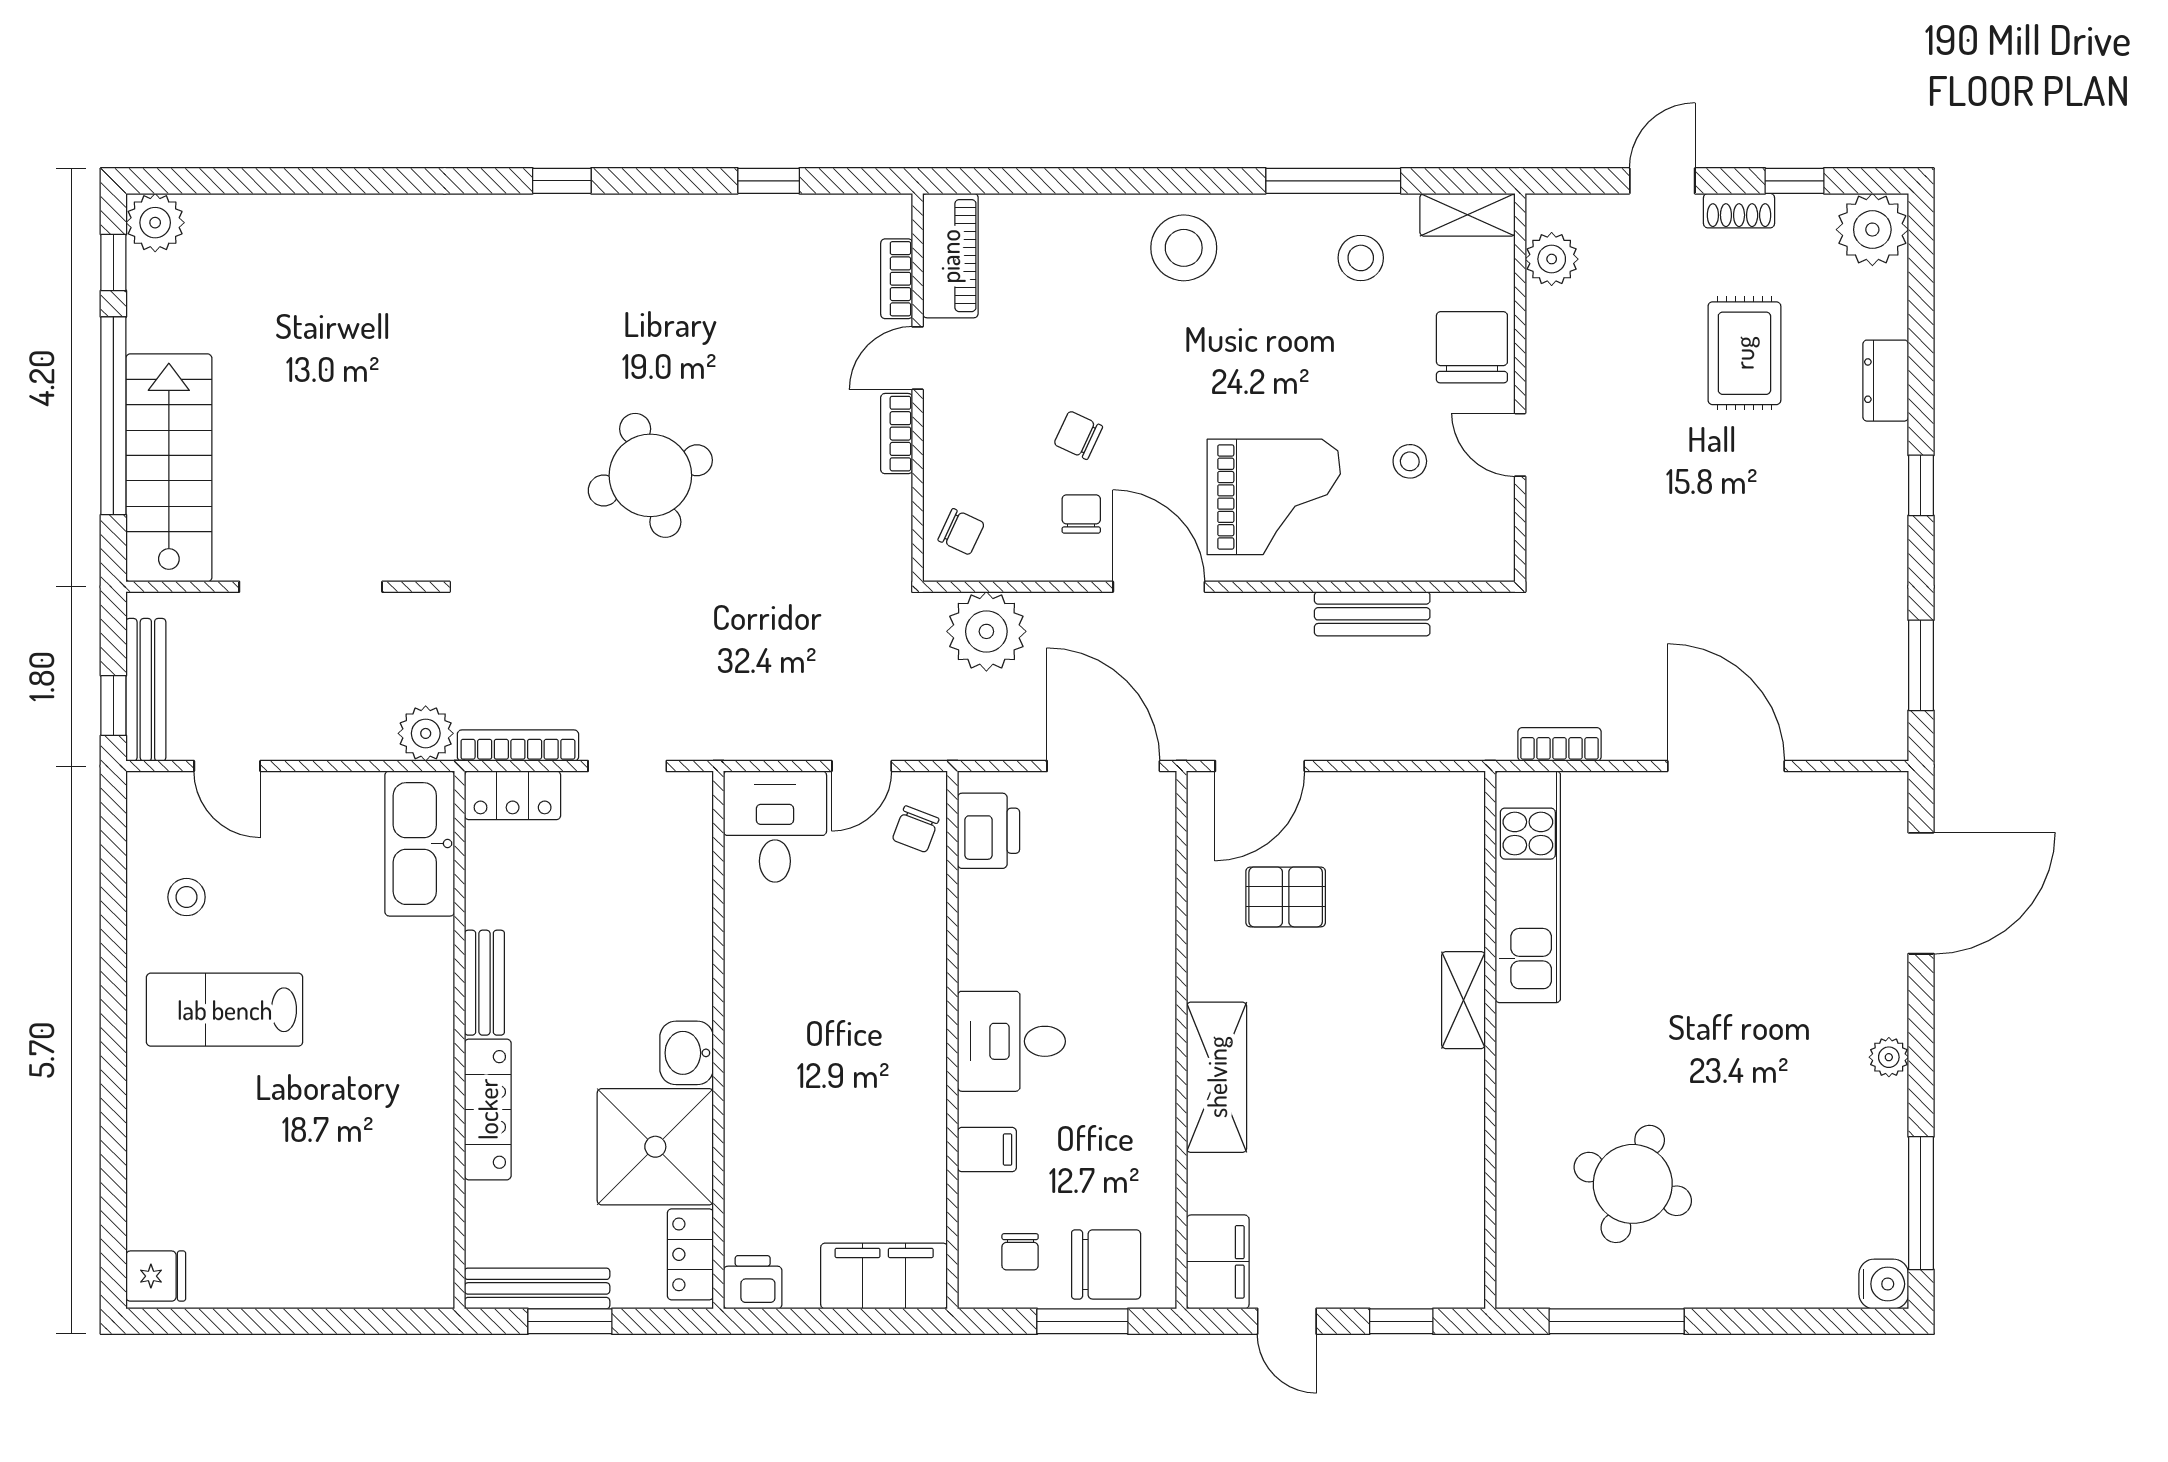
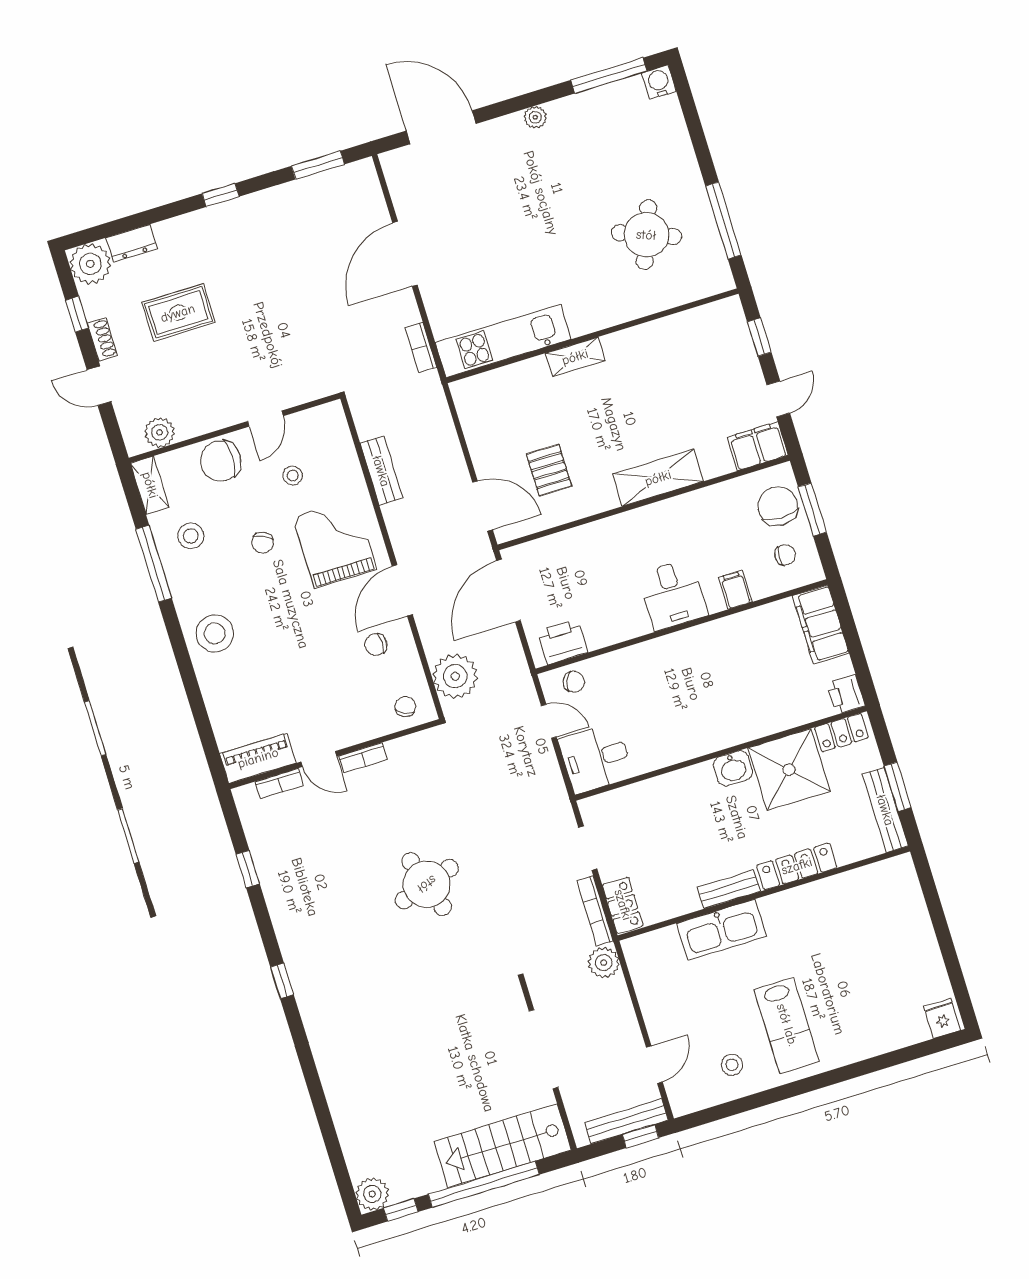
dresser: (1886, 381) -> (132, 243), moved
chair: (1078, 435) -> (263, 543), moved
kitchen sink: (420, 844) -> (721, 930), moved

